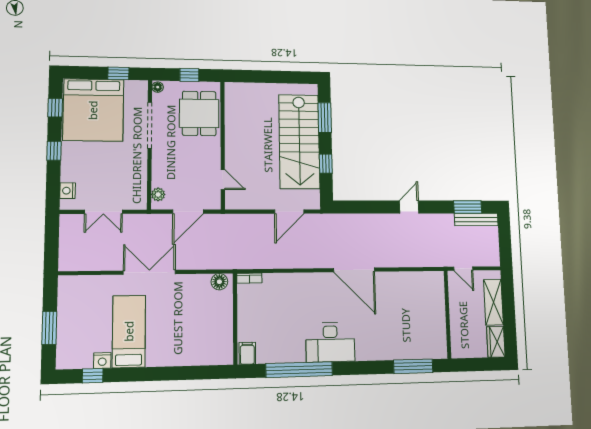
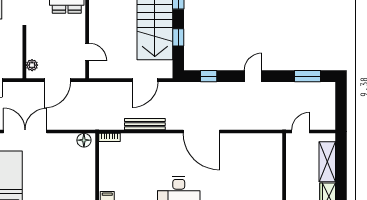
window: (360, 207) -> (209, 76), added
bench: (476, 220) -> (145, 124), moved
door: (463, 269) -> (301, 131), swing flipped

